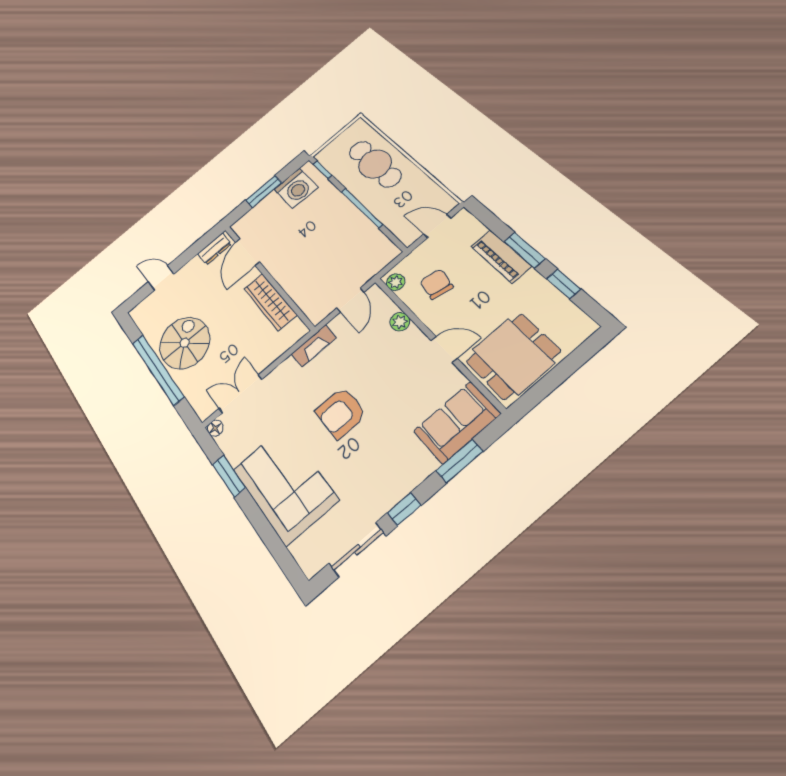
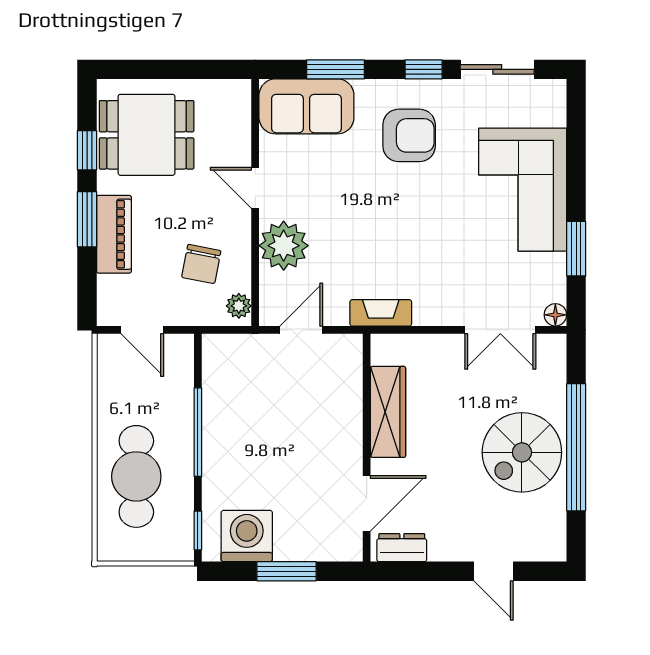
plant: (400, 322) -> (284, 246), width x1.87, depth x1.87
dining table: (513, 356) -> (147, 135), moved
armchair: (341, 413) -> (409, 135), moved

